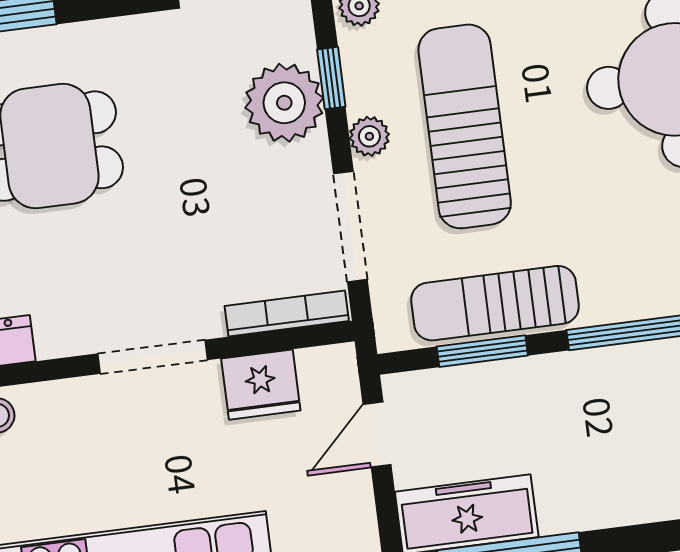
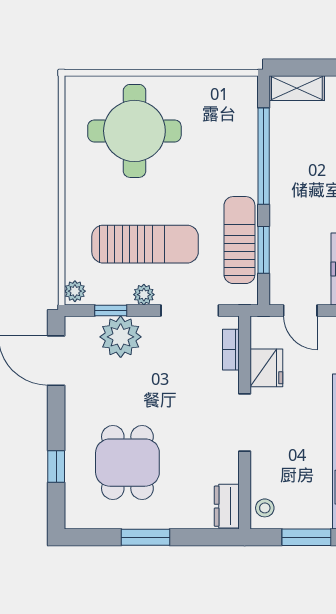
sun lounger: (465, 126) -> (145, 244), turned 180
sun lounger: (495, 303) -> (239, 240), turned 180
bookcase: (287, 313) -> (231, 350), width x0.64

